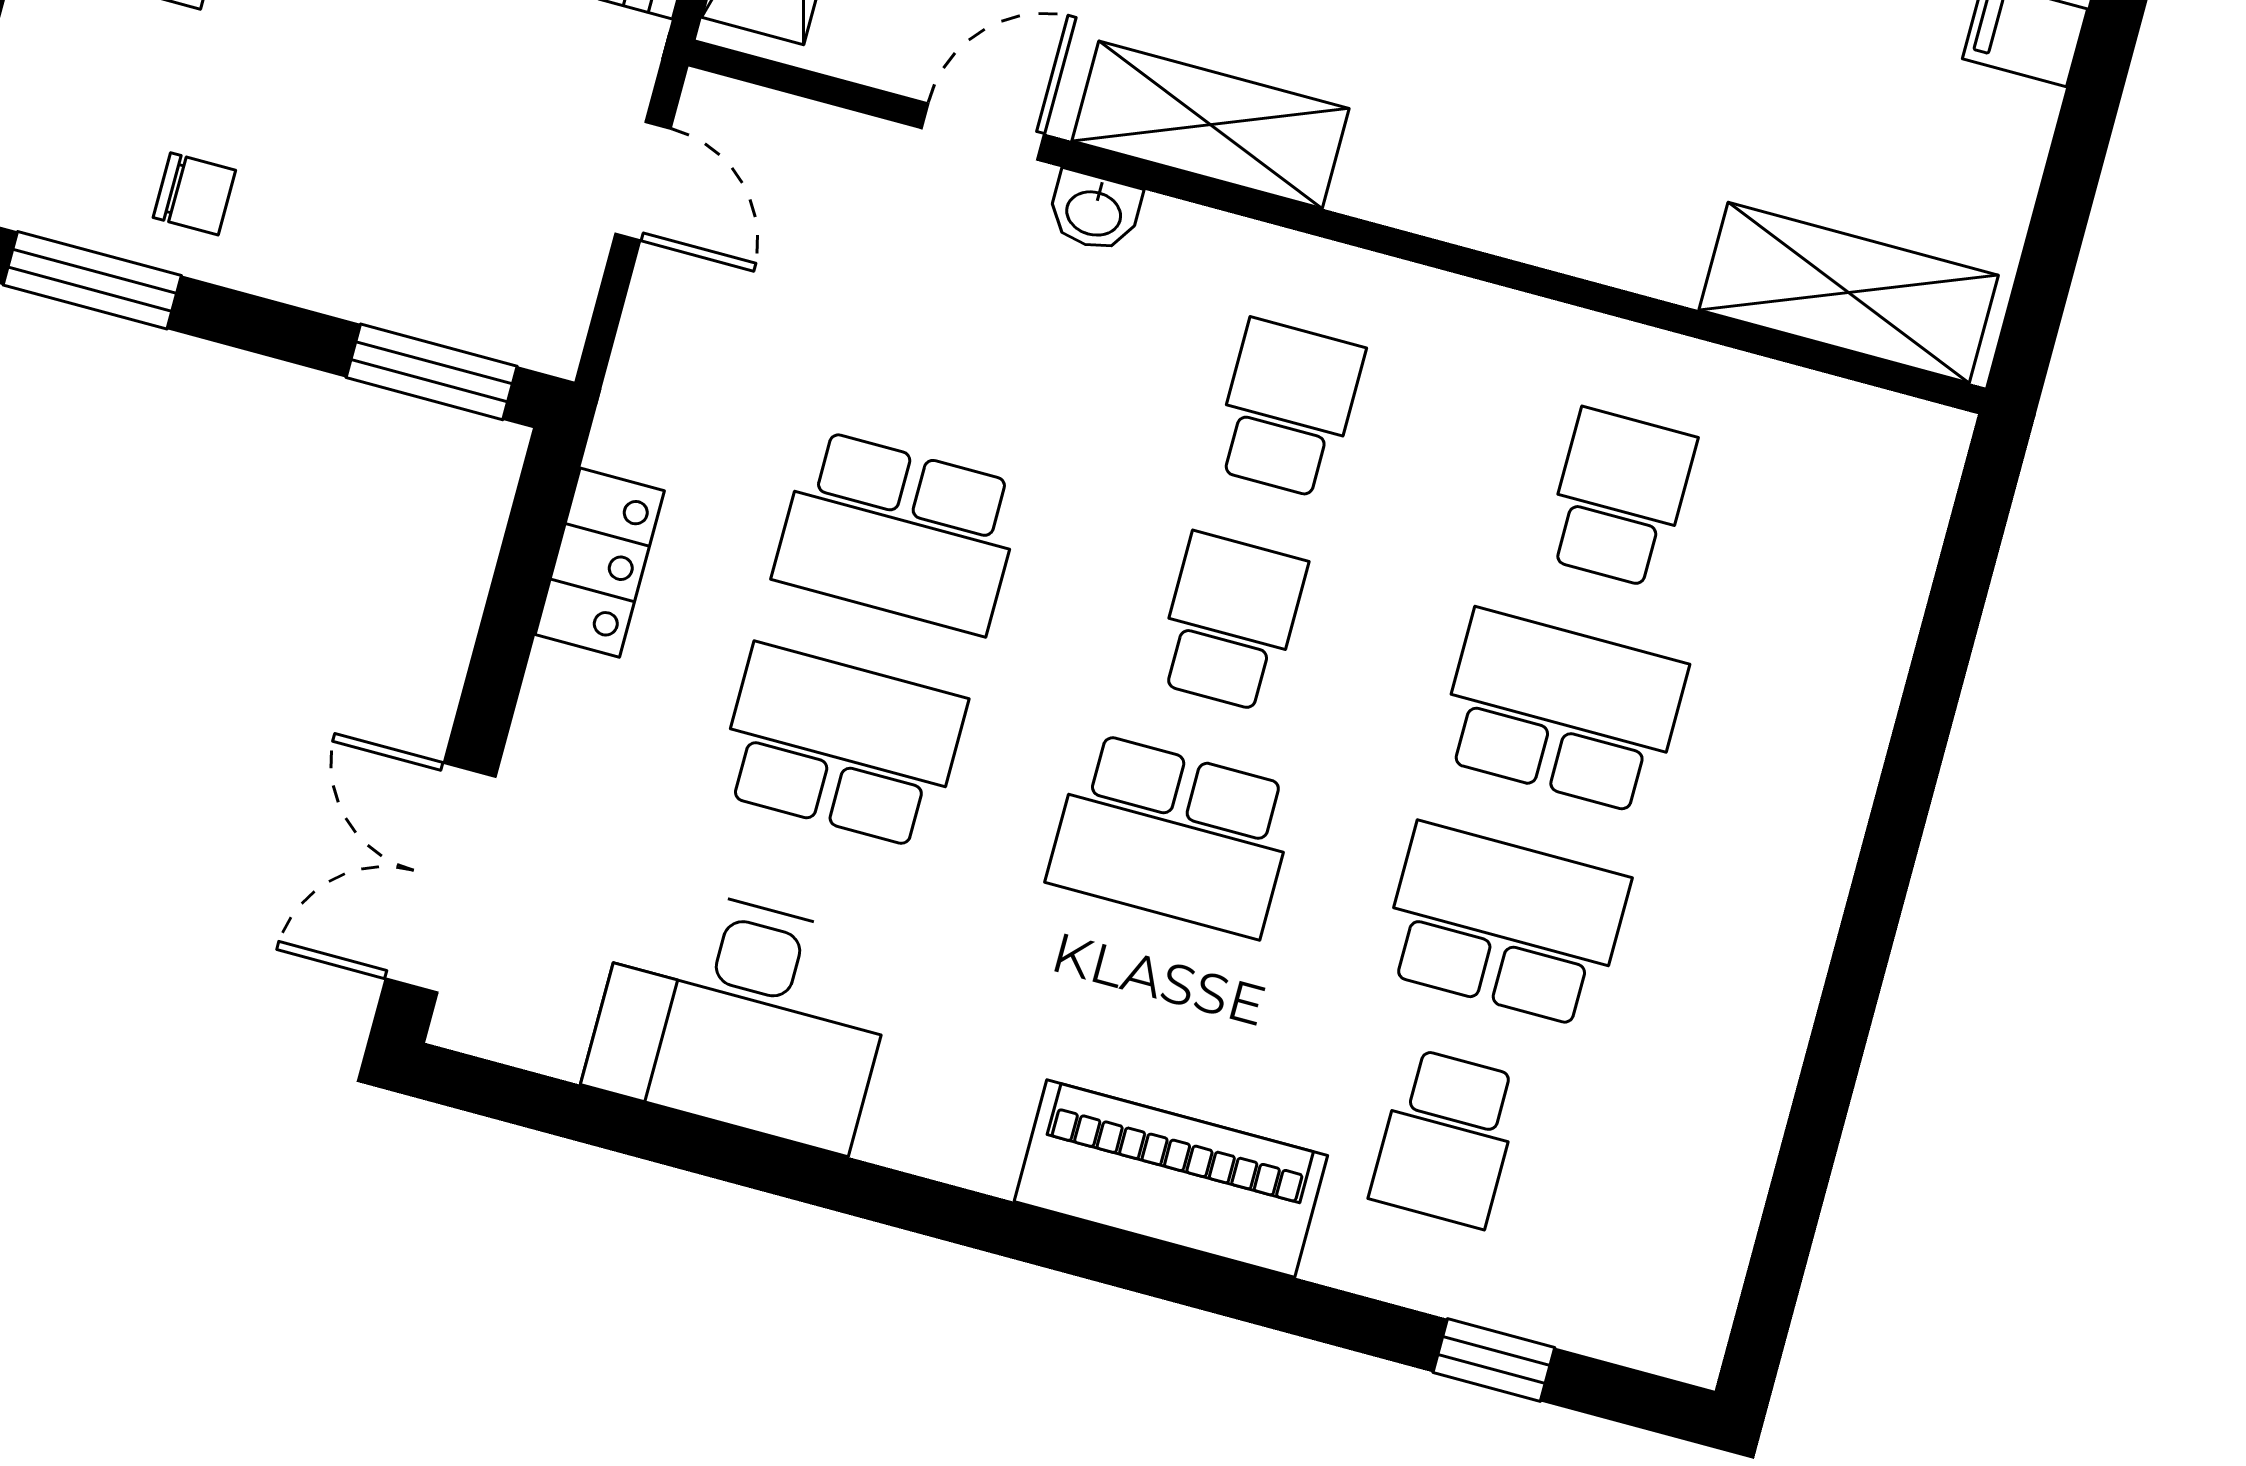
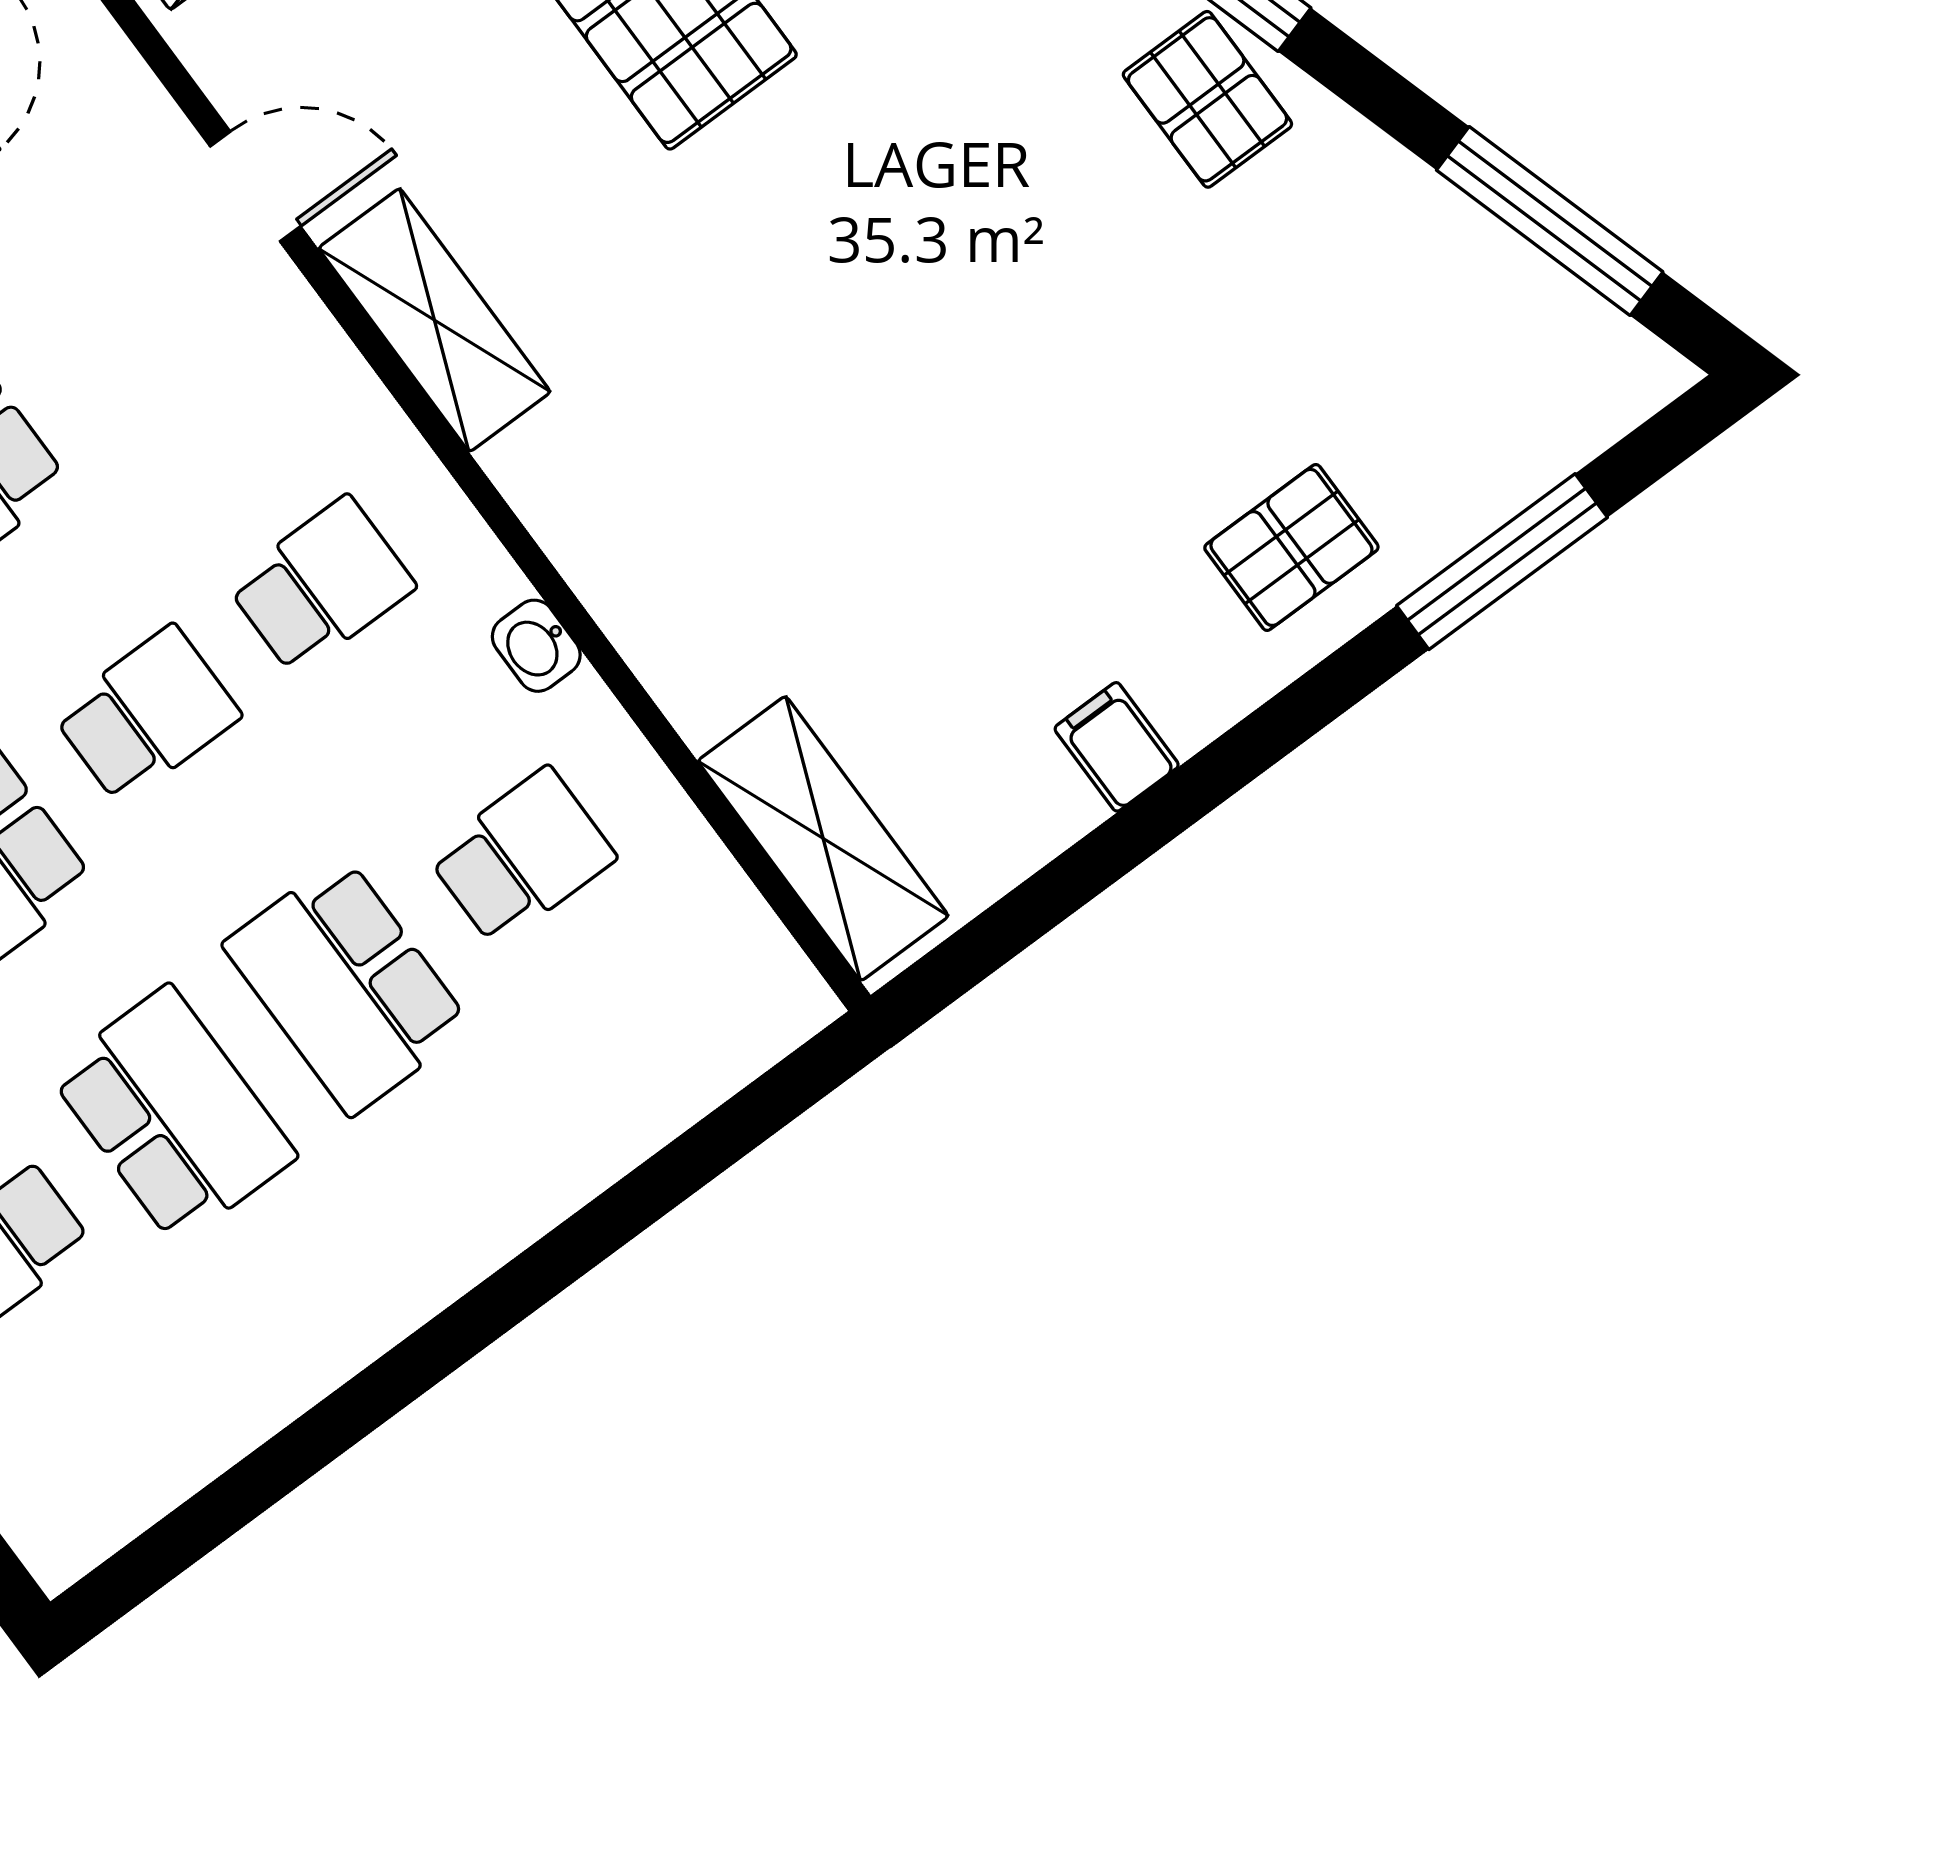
washbasin: (1094, 211) -> (536, 646), moved
school desk: (1562, 711) -> (347, 986), turned 180

